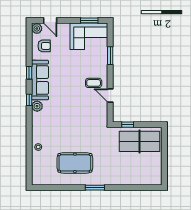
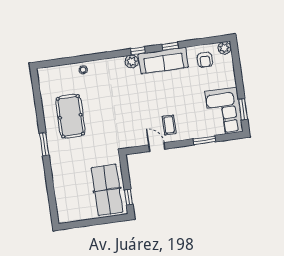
door: (50, 20) -> (236, 63), removed
door: (110, 96) -> (157, 147), hinge flipped
window: (128, 125) -> (129, 197), moved

